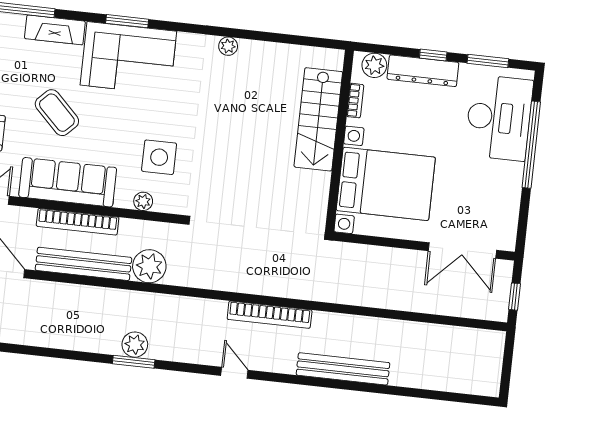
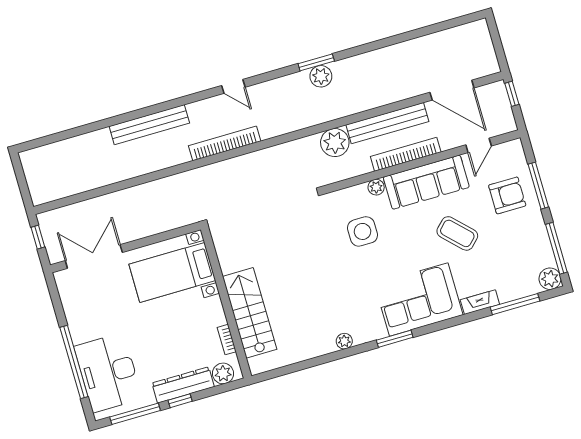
window: (127, 21) -> (395, 339), moved
fireplace: (55, 30) -> (480, 302), width x0.73, depth x0.76
window: (488, 61) -> (135, 414), width x1.44
bed with nightstands: (386, 184) -> (172, 272), width x0.73
plant: (143, 201) -> (376, 187), moved

